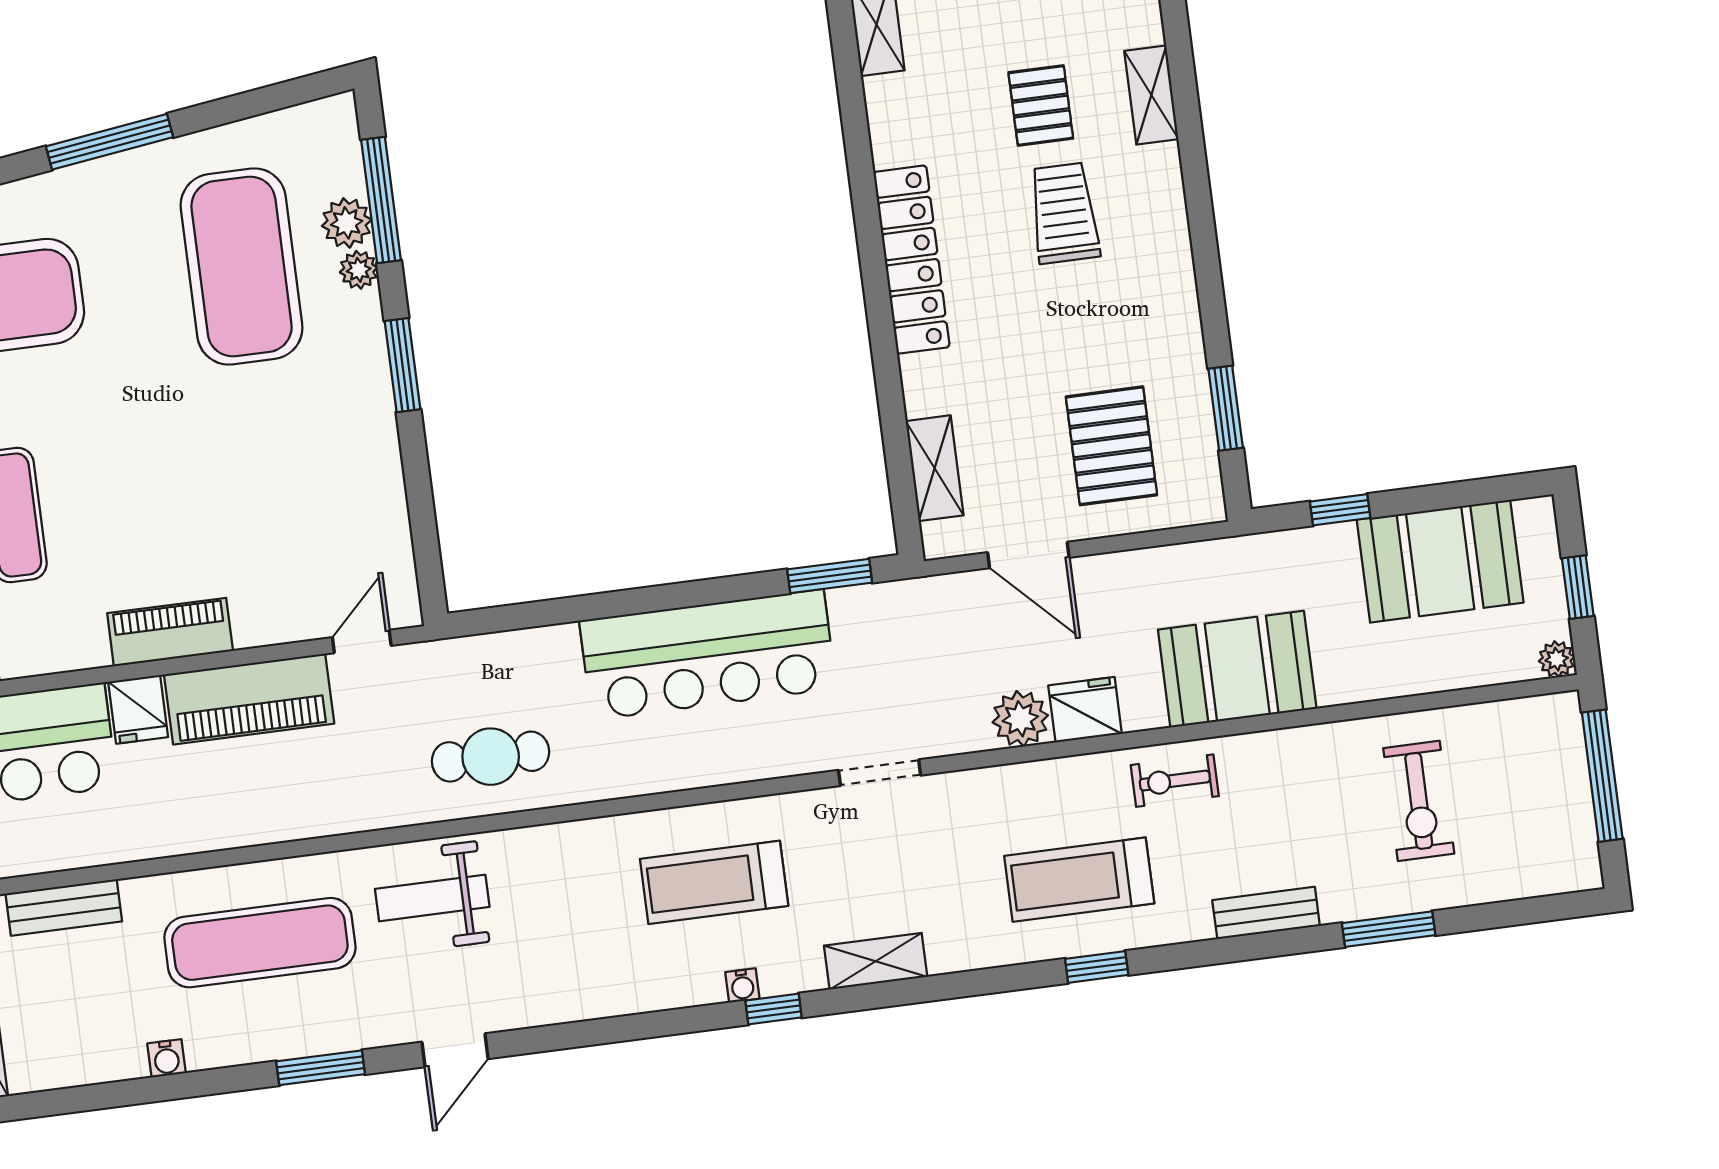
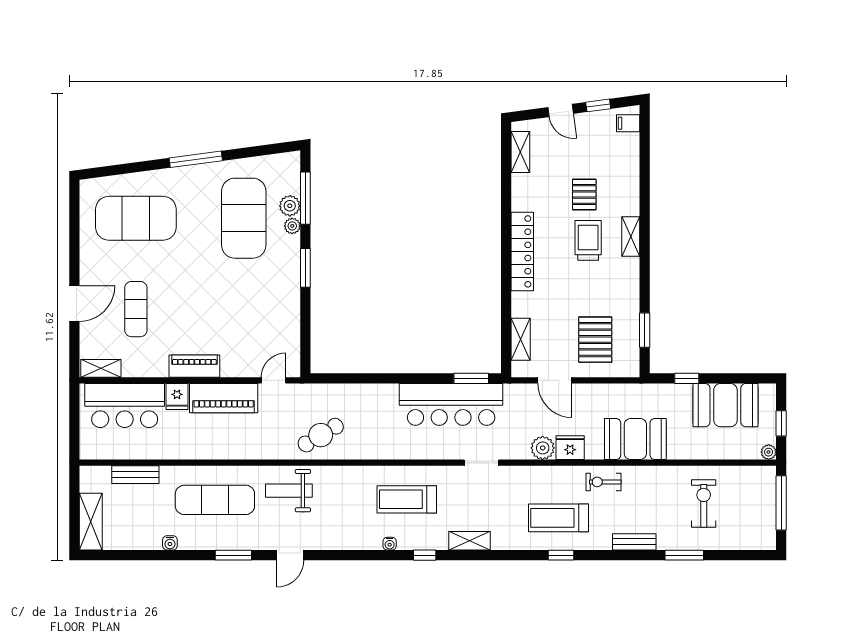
shelving: (1151, 95) -> (631, 236), moved
bar counter: (708, 655) -> (451, 404), moved
cafe table: (491, 757) -> (321, 435), turned -31
exercise bike: (1419, 801) -> (704, 504), turned 180
water cooler: (742, 985) -> (390, 544), moved

